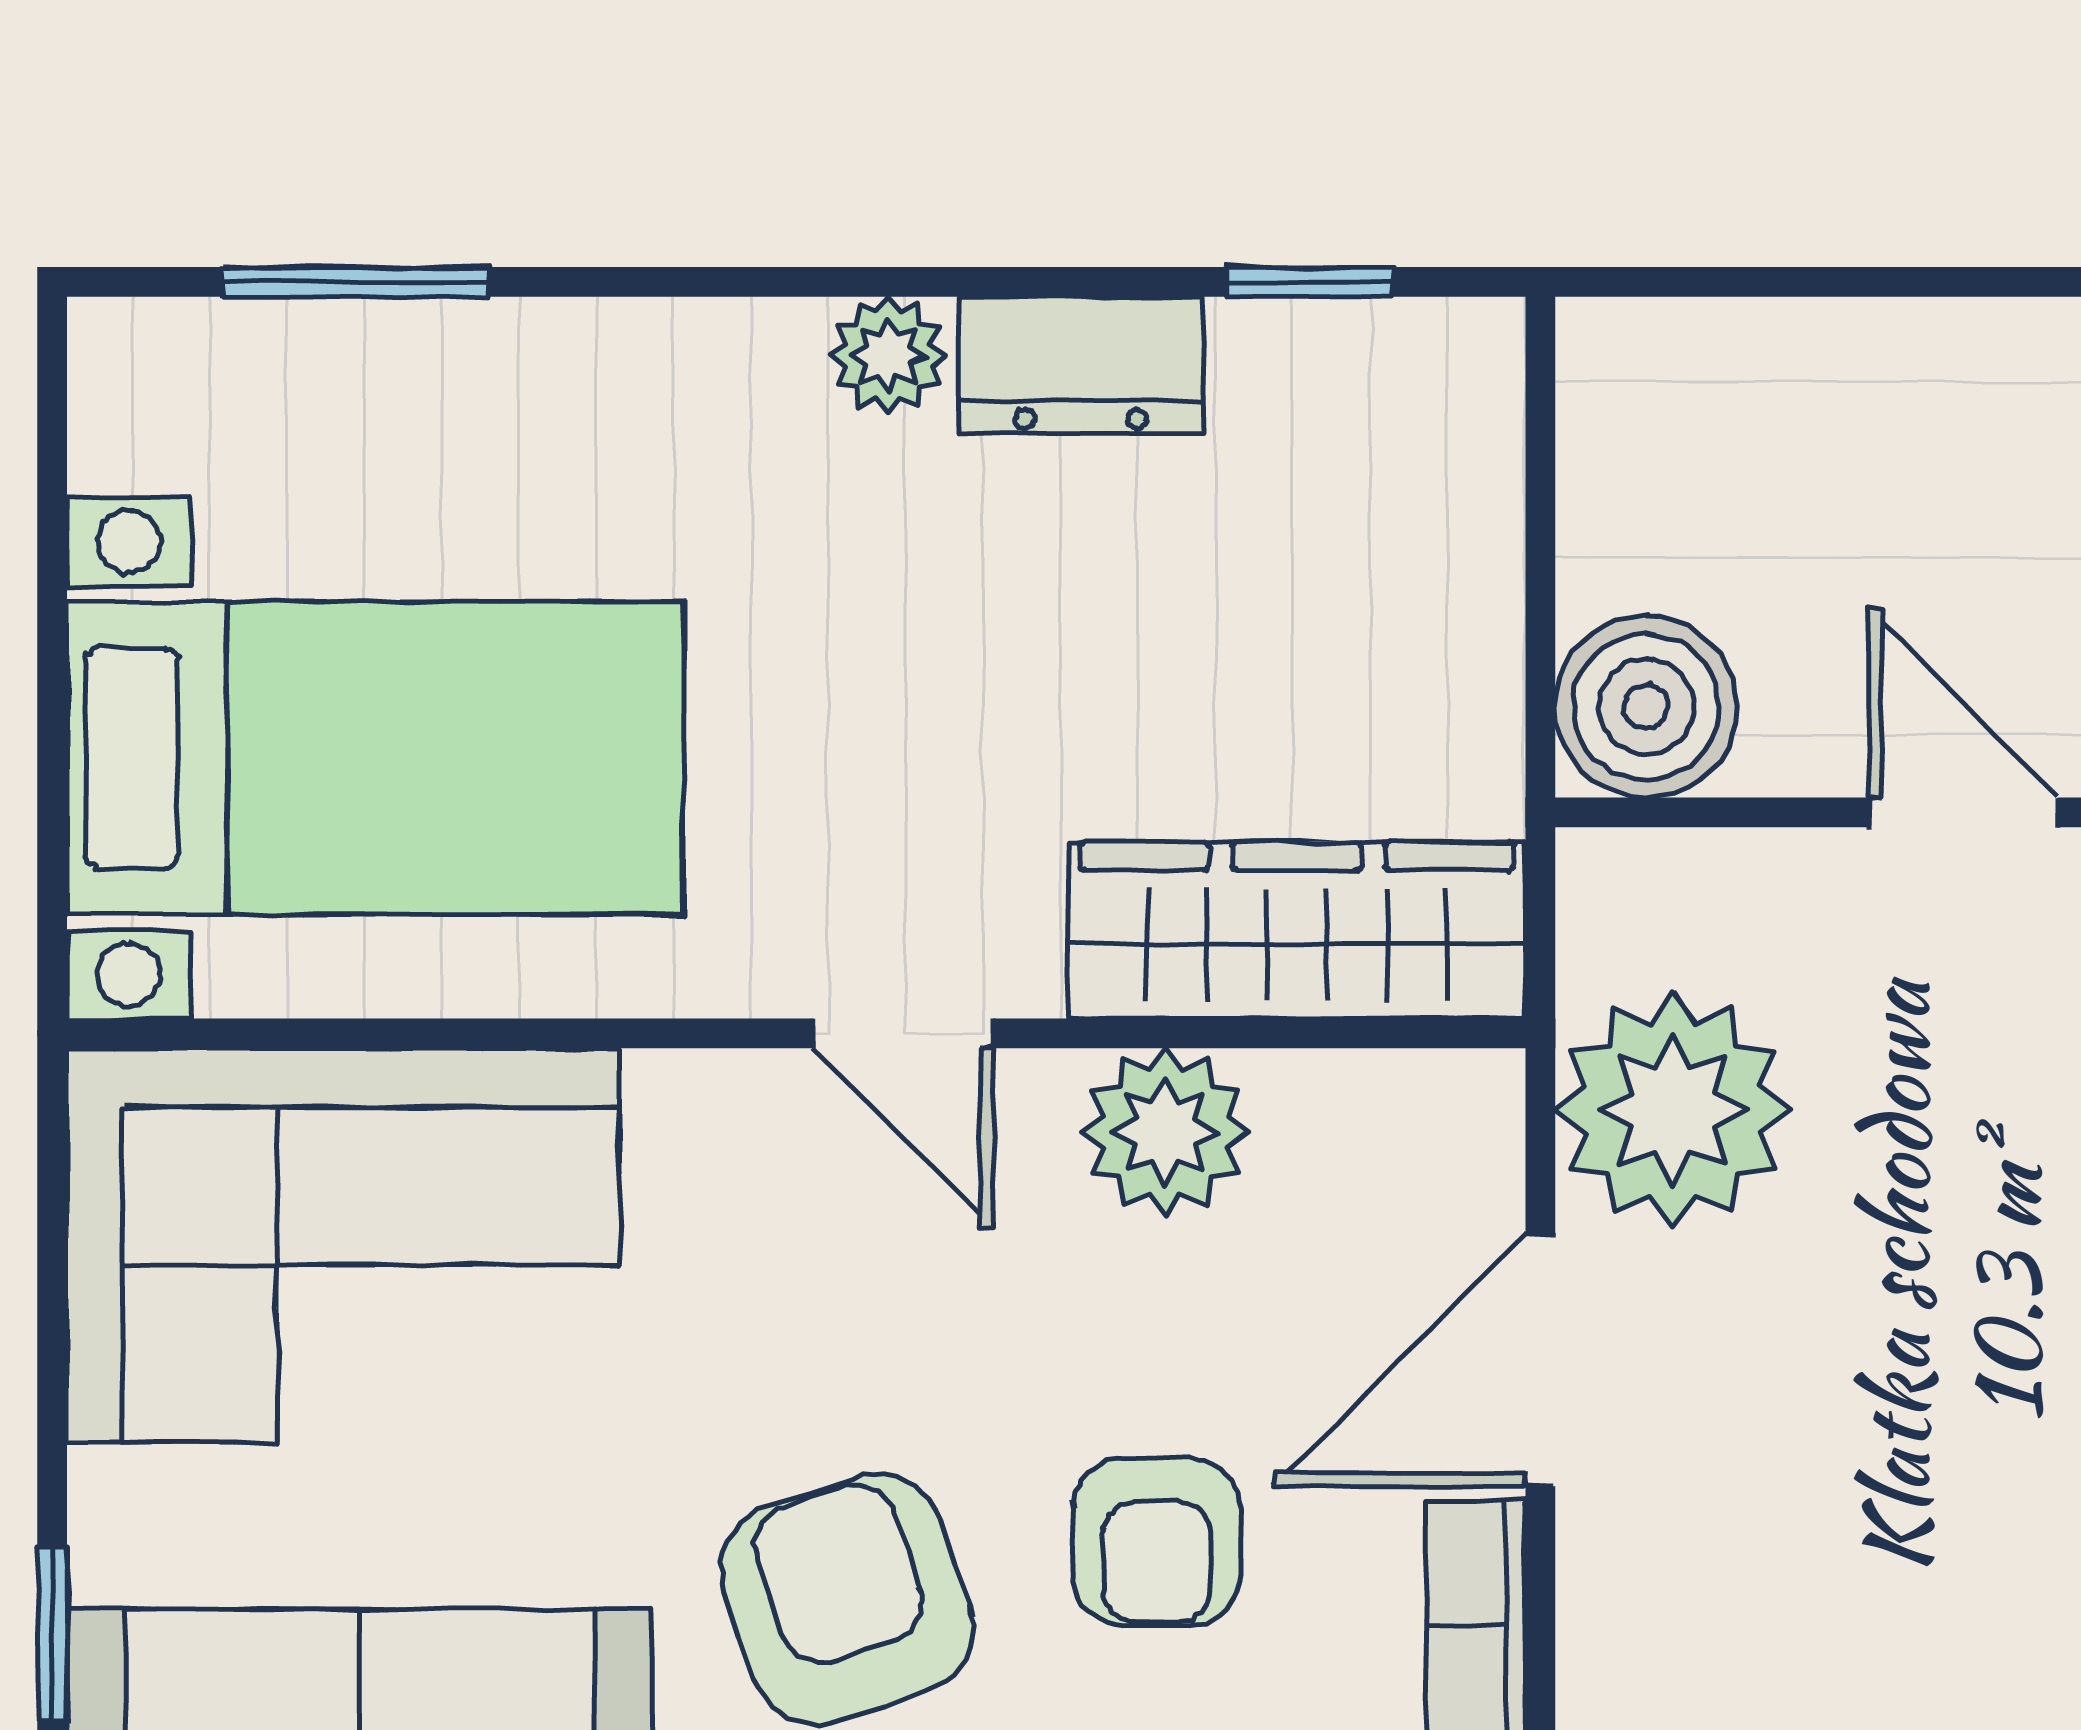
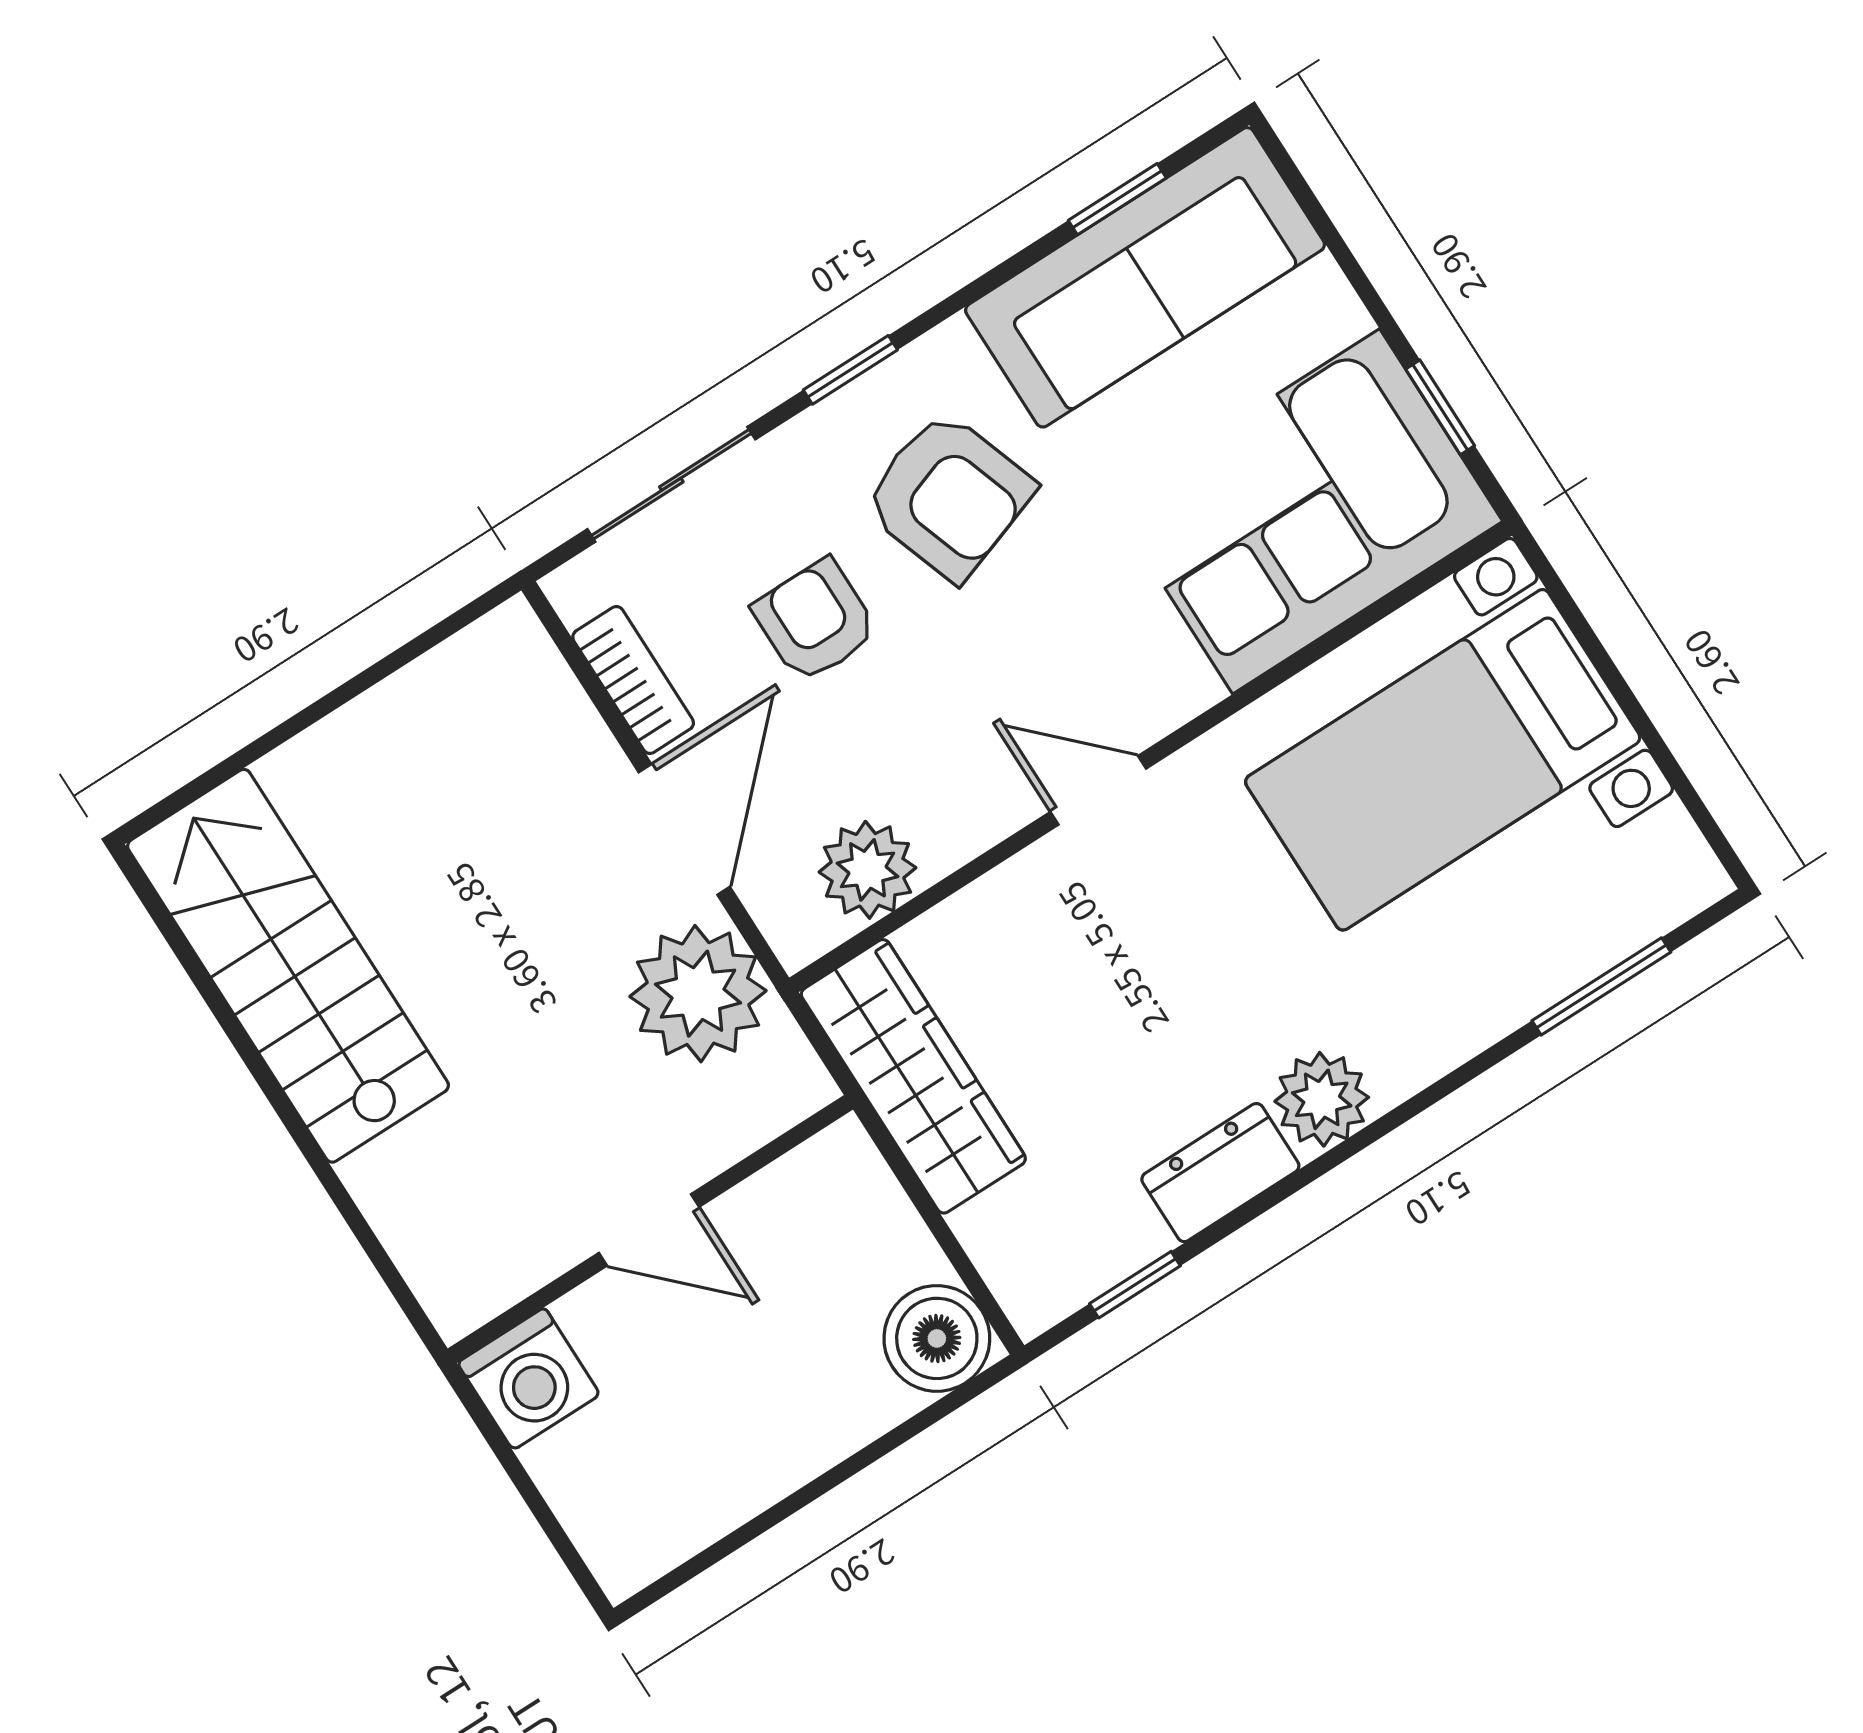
plant: (888, 356) -> (1322, 1099), width x1.38, depth x1.38
boiler: (1646, 707) -> (937, 1338), moved
wardrobe: (1297, 930) -> (913, 1076), moved, turned -90
plant: (1165, 1132) -> (868, 870), moved
window: (52, 1635) -> (1440, 407), moved

